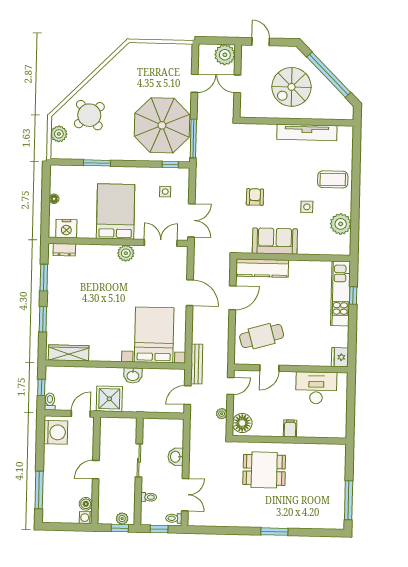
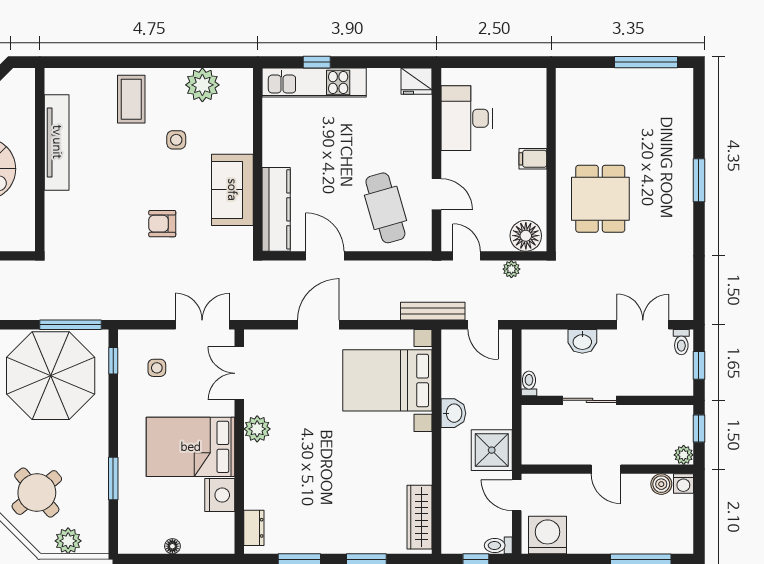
nightstand: (66, 229) -> (220, 495), moved
toilet: (149, 497) -> (529, 383), moved
plant: (122, 519) -> (684, 455), moved

